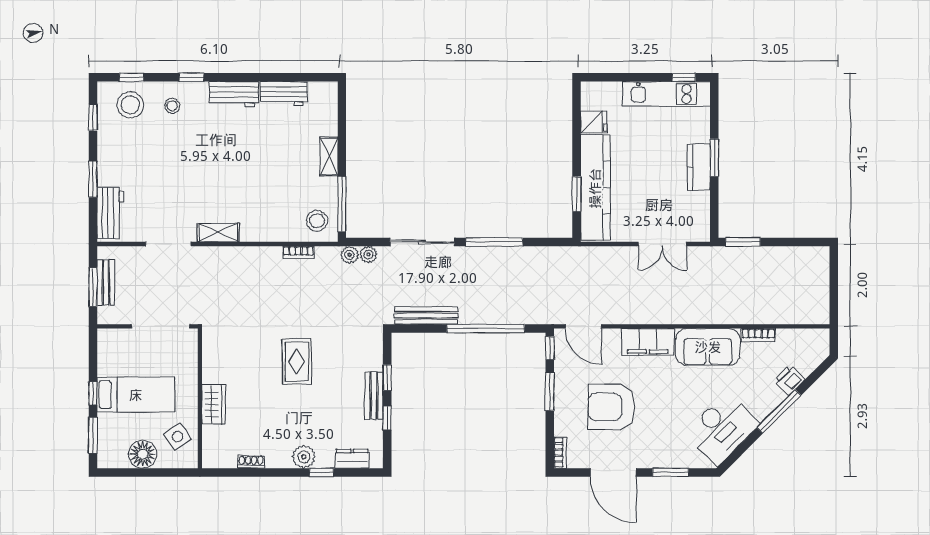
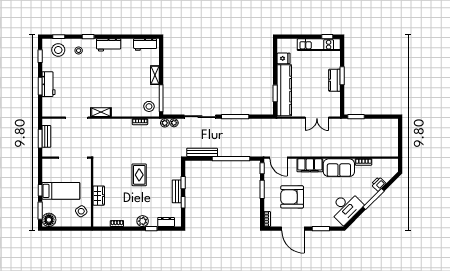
workbench: (284, 94) -> (145, 45), moved
workbench: (110, 213) -> (48, 84), moved
floor lamp: (143, 454) -> (49, 220), moved

